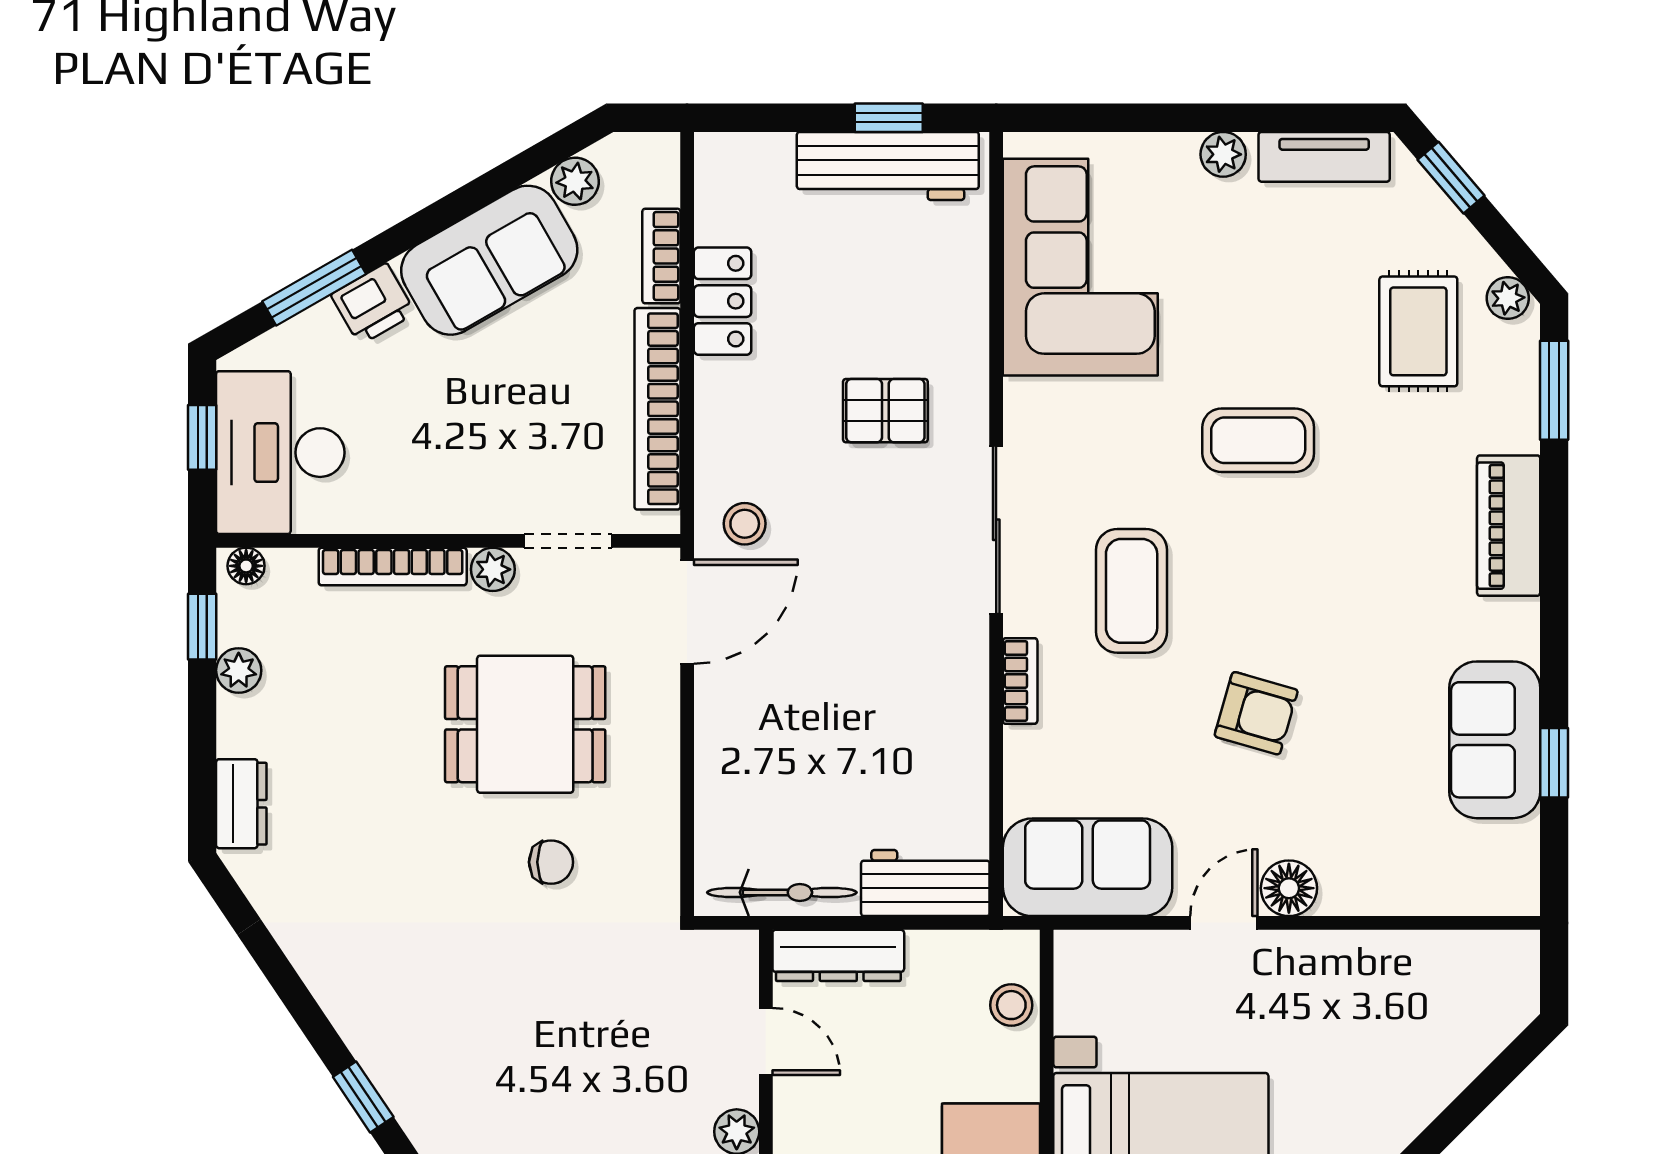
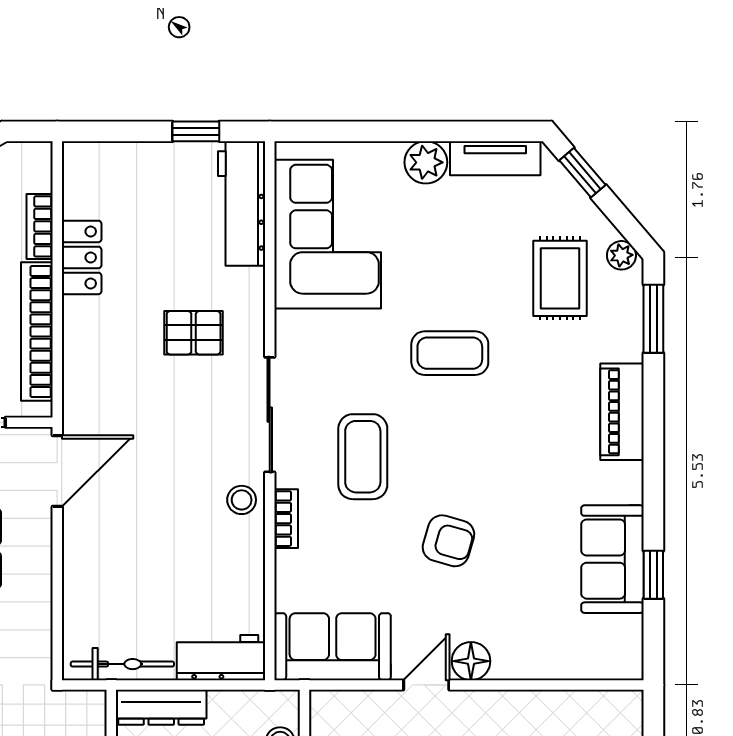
plant: (1223, 154) -> (426, 162), width x1.38, depth x1.38
workbench: (888, 166) -> (242, 204), moved, turned 90
stool: (745, 524) -> (242, 500), moved

